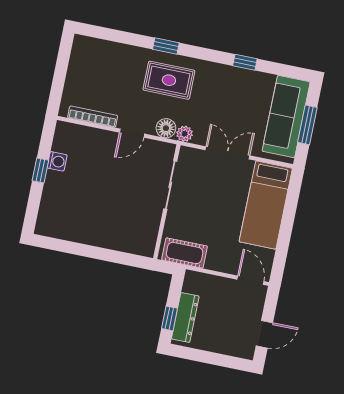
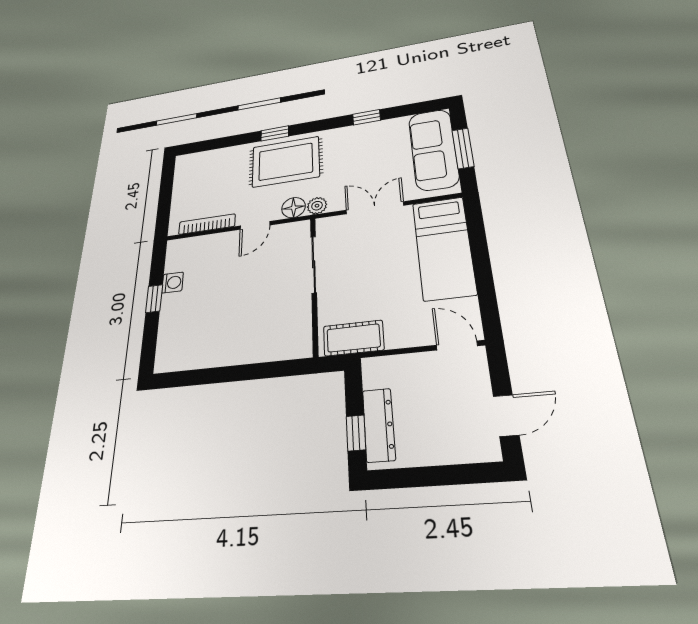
rug: (169, 80) -> (286, 162), width x1.36, depth x1.43

